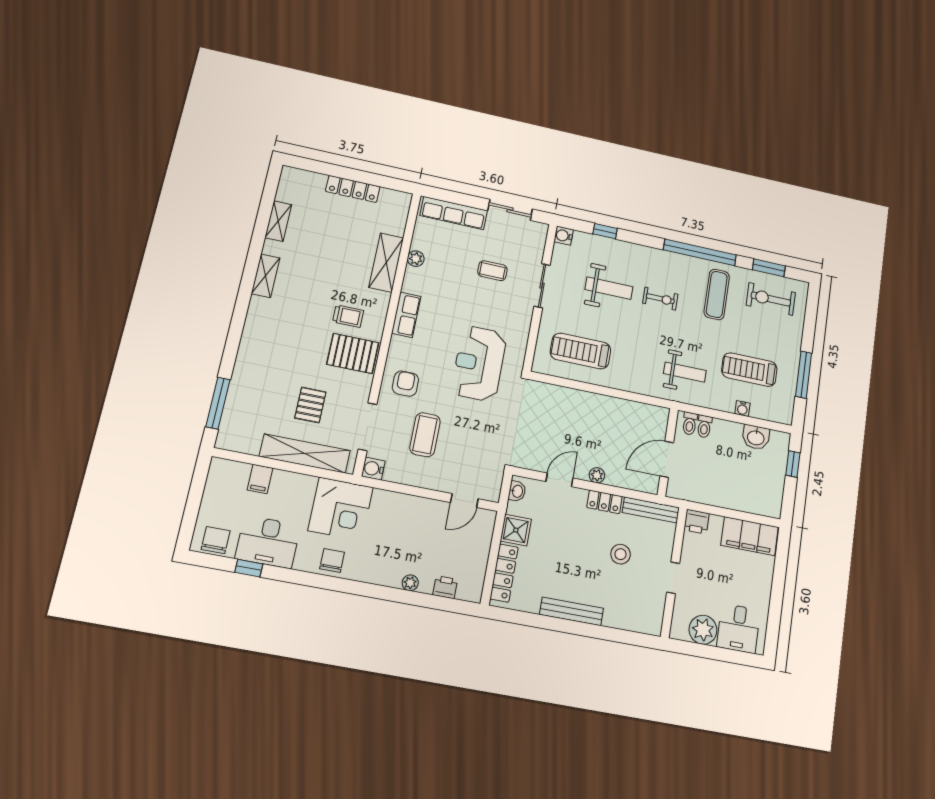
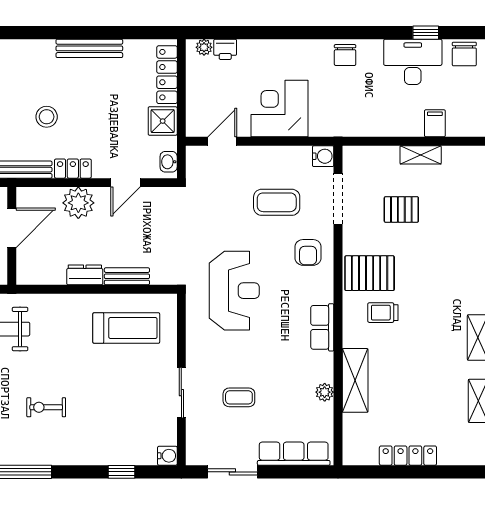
weight bench: (609, 288) -> (106, 406), removed
bench: (572, 396) -> (127, 276), added
pallet: (310, 405) -> (401, 209), turned 90
dresser: (609, 405) -> (85, 275), added
coffee table: (425, 435) -> (277, 202), turned 90
shelving: (305, 454) -> (421, 155), width x0.45, depth x0.75
plant: (597, 475) -> (78, 203), width x1.88, depth x1.88
corner desk: (341, 509) -> (279, 109), moved
plant: (410, 583) -> (204, 47), moved

